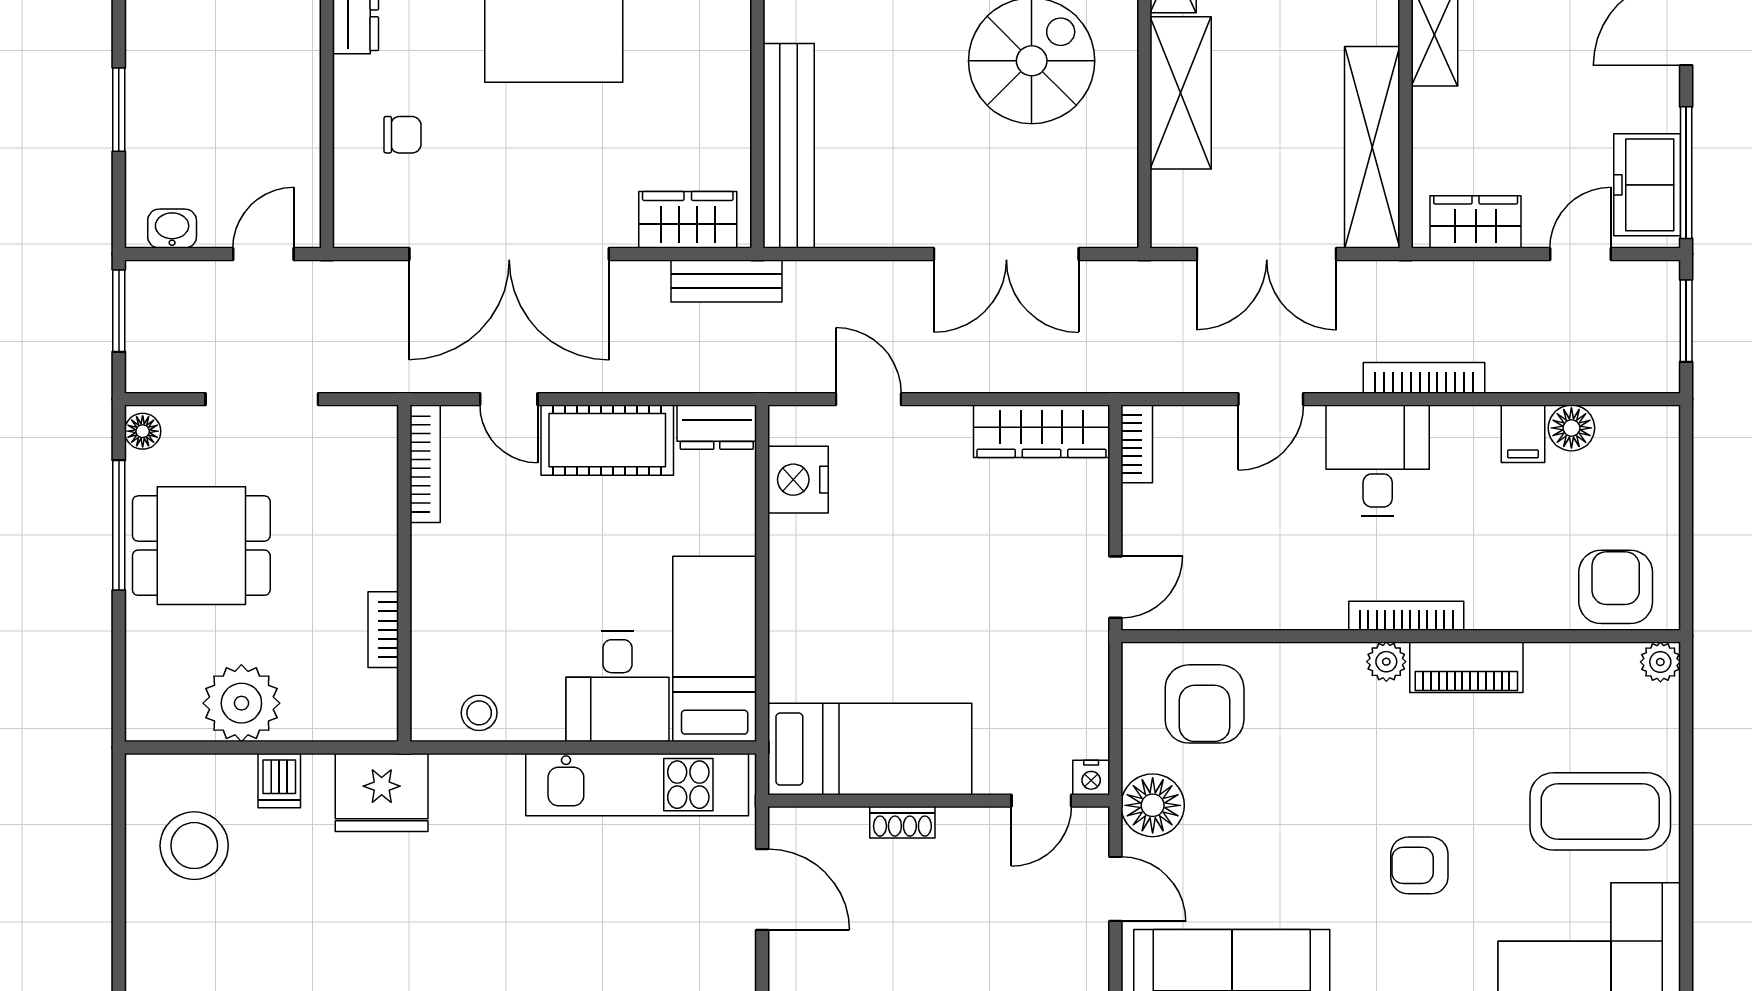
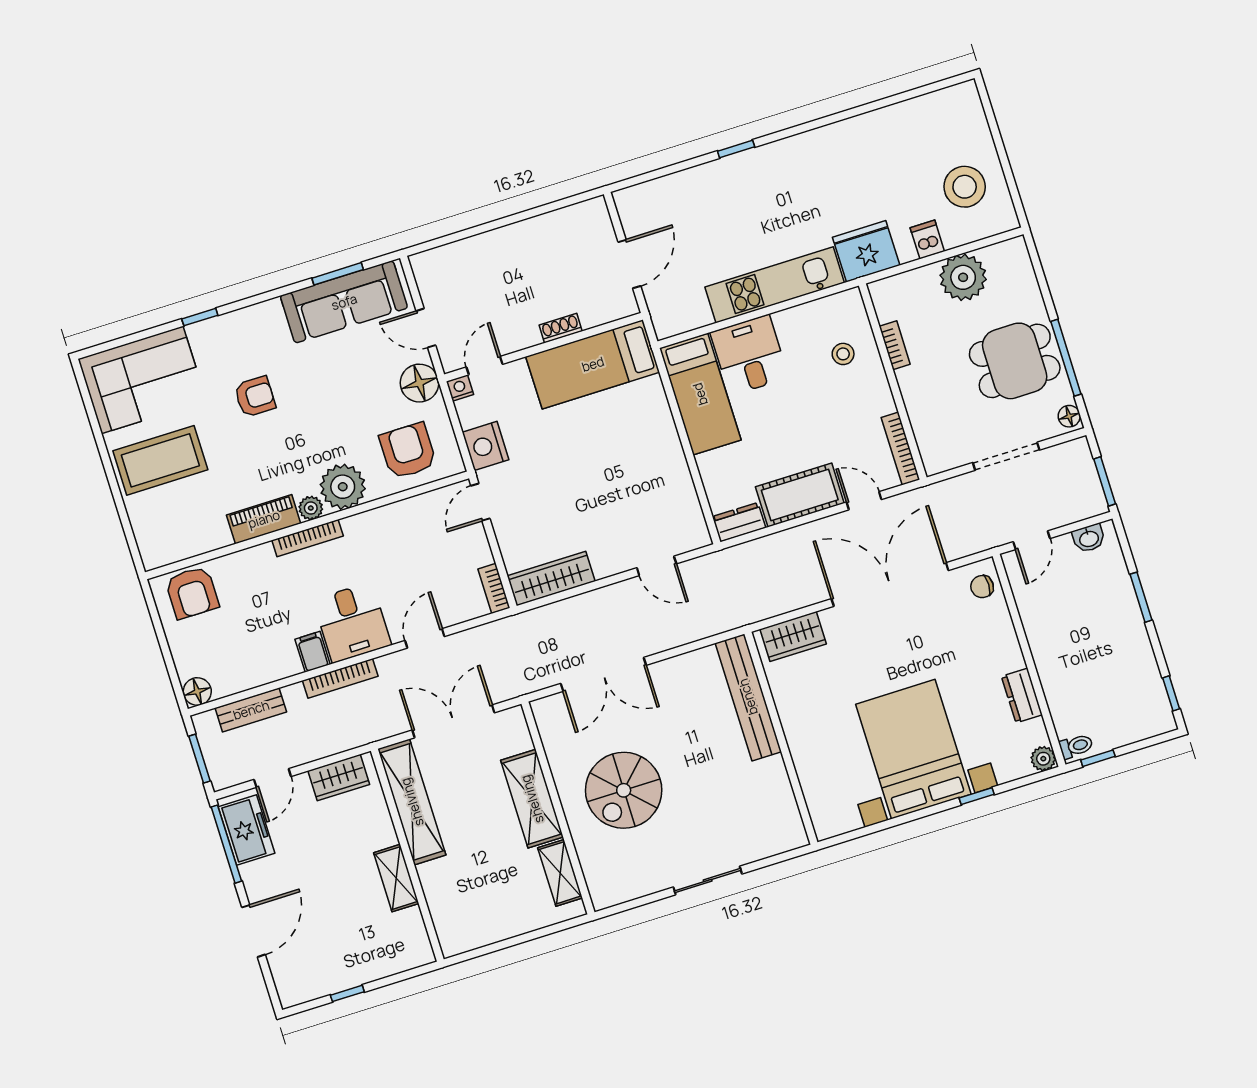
chair: (402, 135) -> (982, 587), moved
double door: (1006, 254) -> (603, 674), swing flipped
bench: (726, 281) -> (251, 710), moved
floor lamp: (1571, 428) -> (197, 691), moved
filing cabinet: (1523, 434) -> (313, 652), moved
nightstand: (798, 480) -> (486, 446), moved, turned 180
plant: (1660, 662) -> (343, 487), moved, width x1.88, depth x1.88
stool: (479, 713) -> (843, 354), moved
kitchen unit: (637, 785) -> (775, 285), moved
door: (762, 889) -> (629, 264), swing flipped

